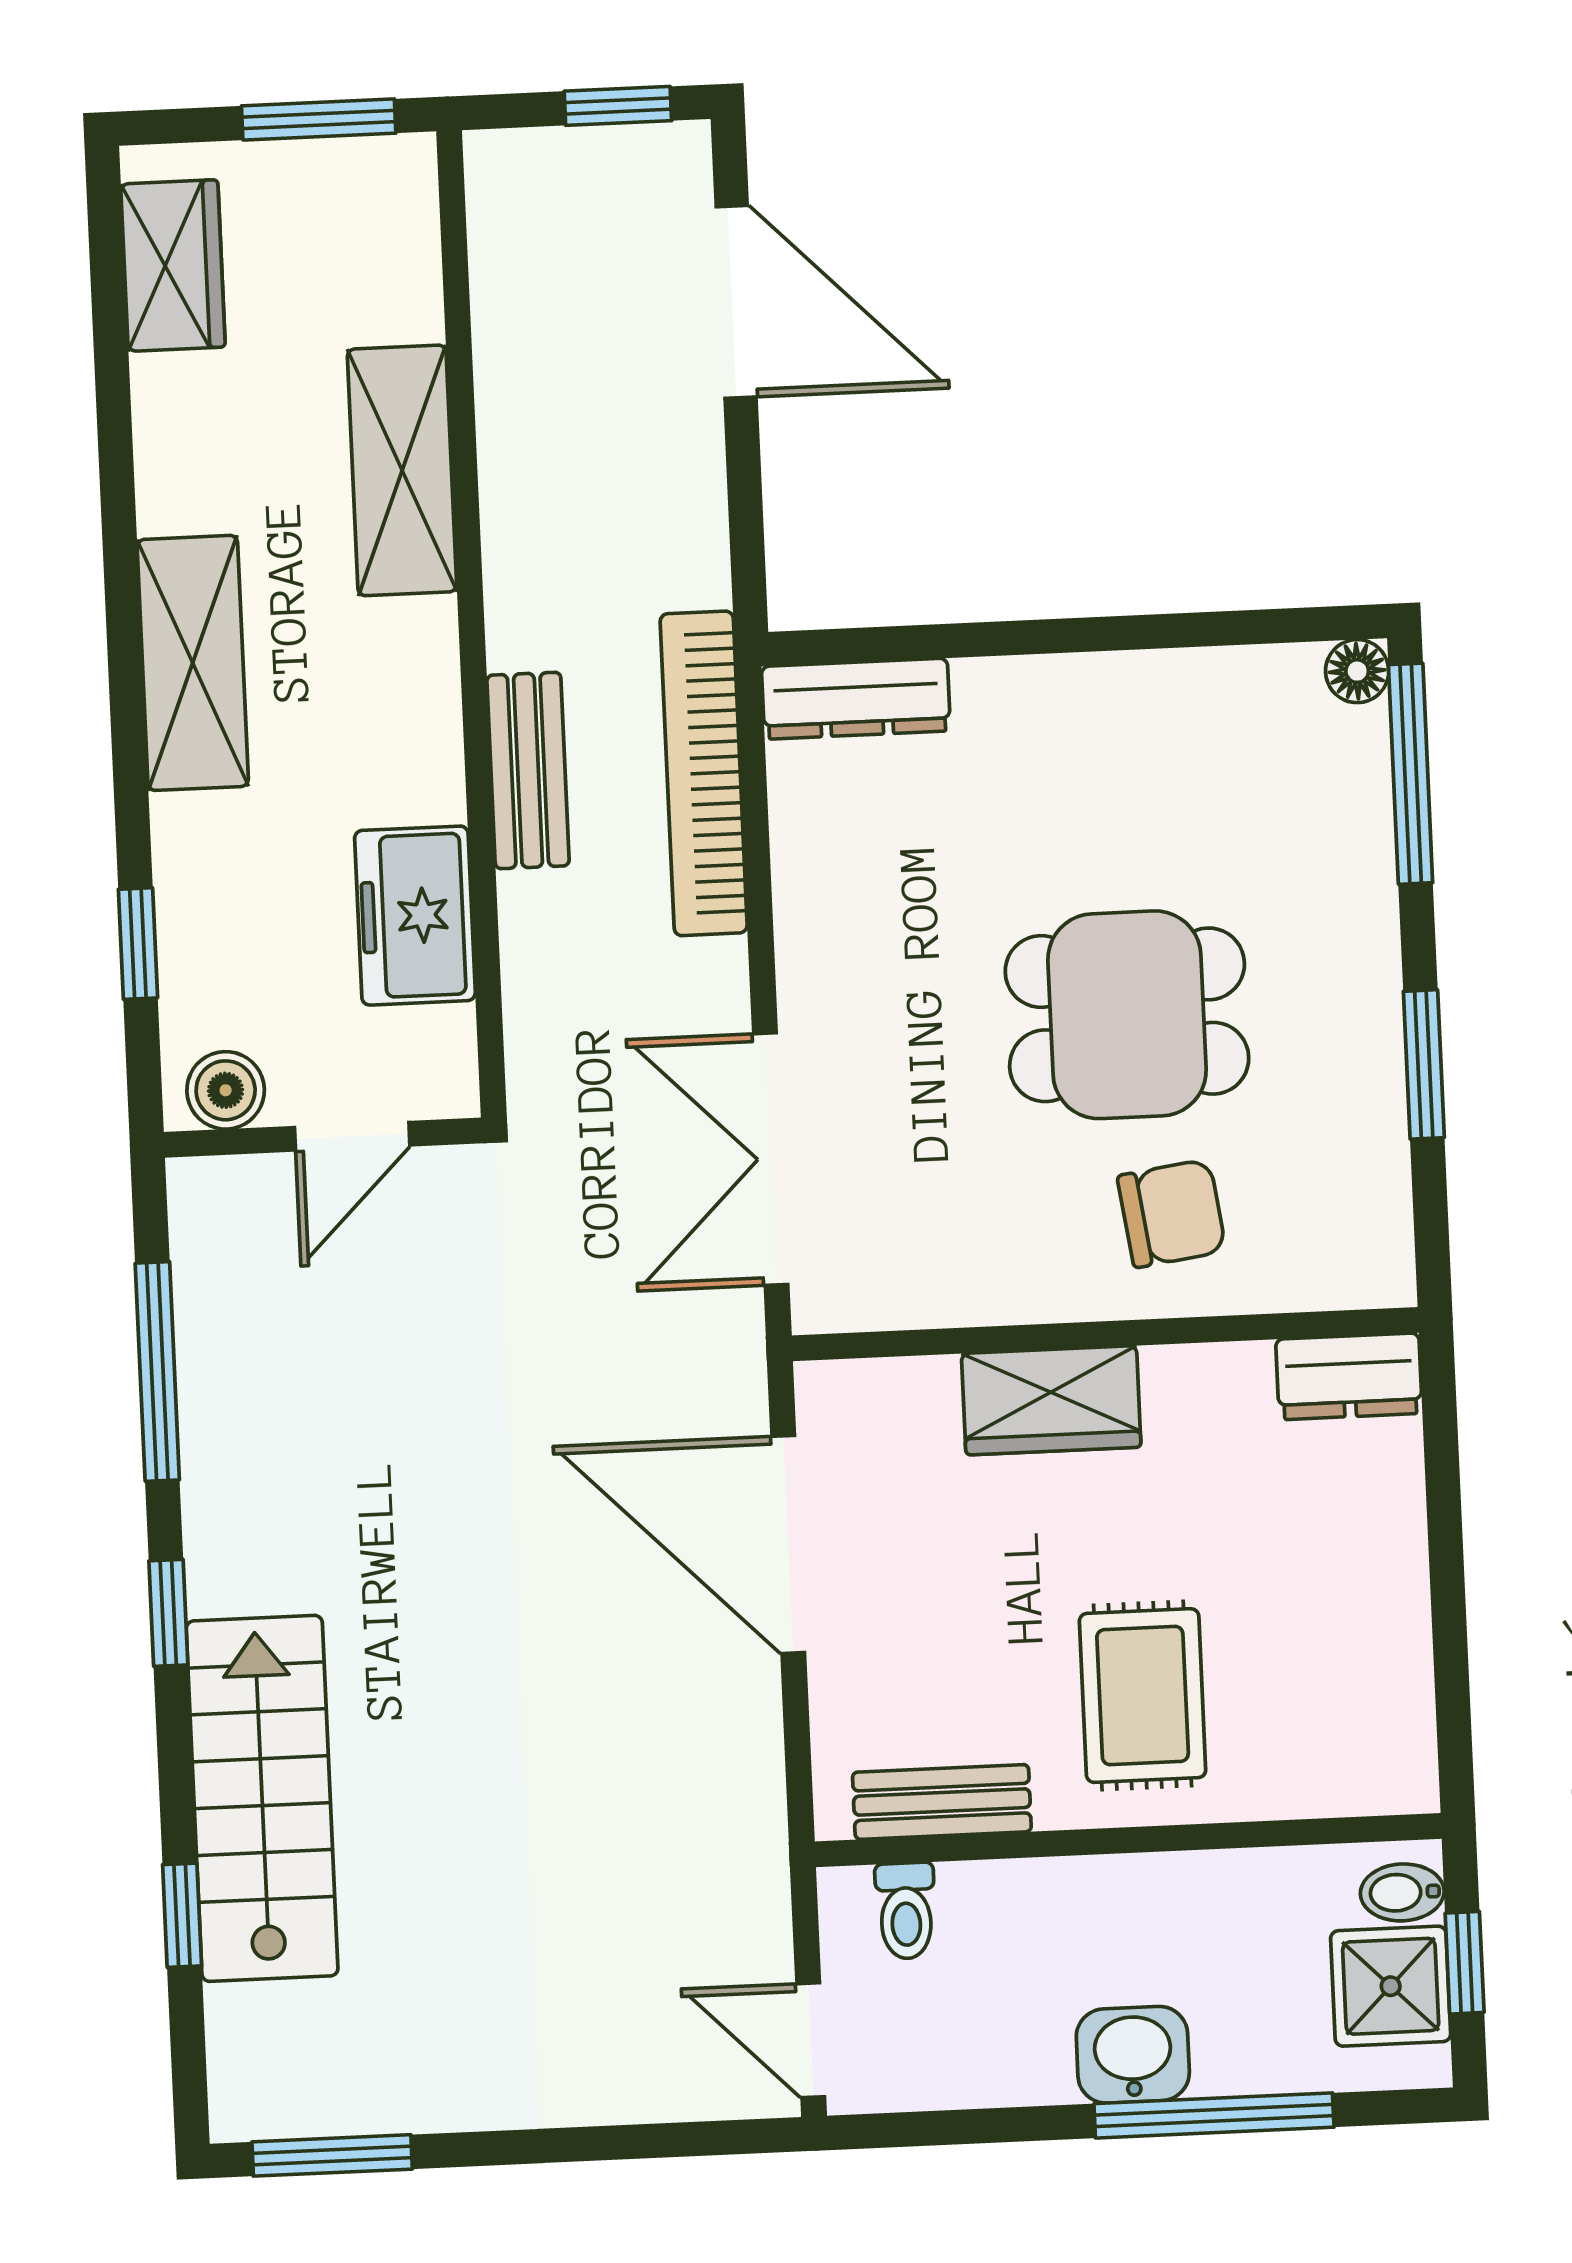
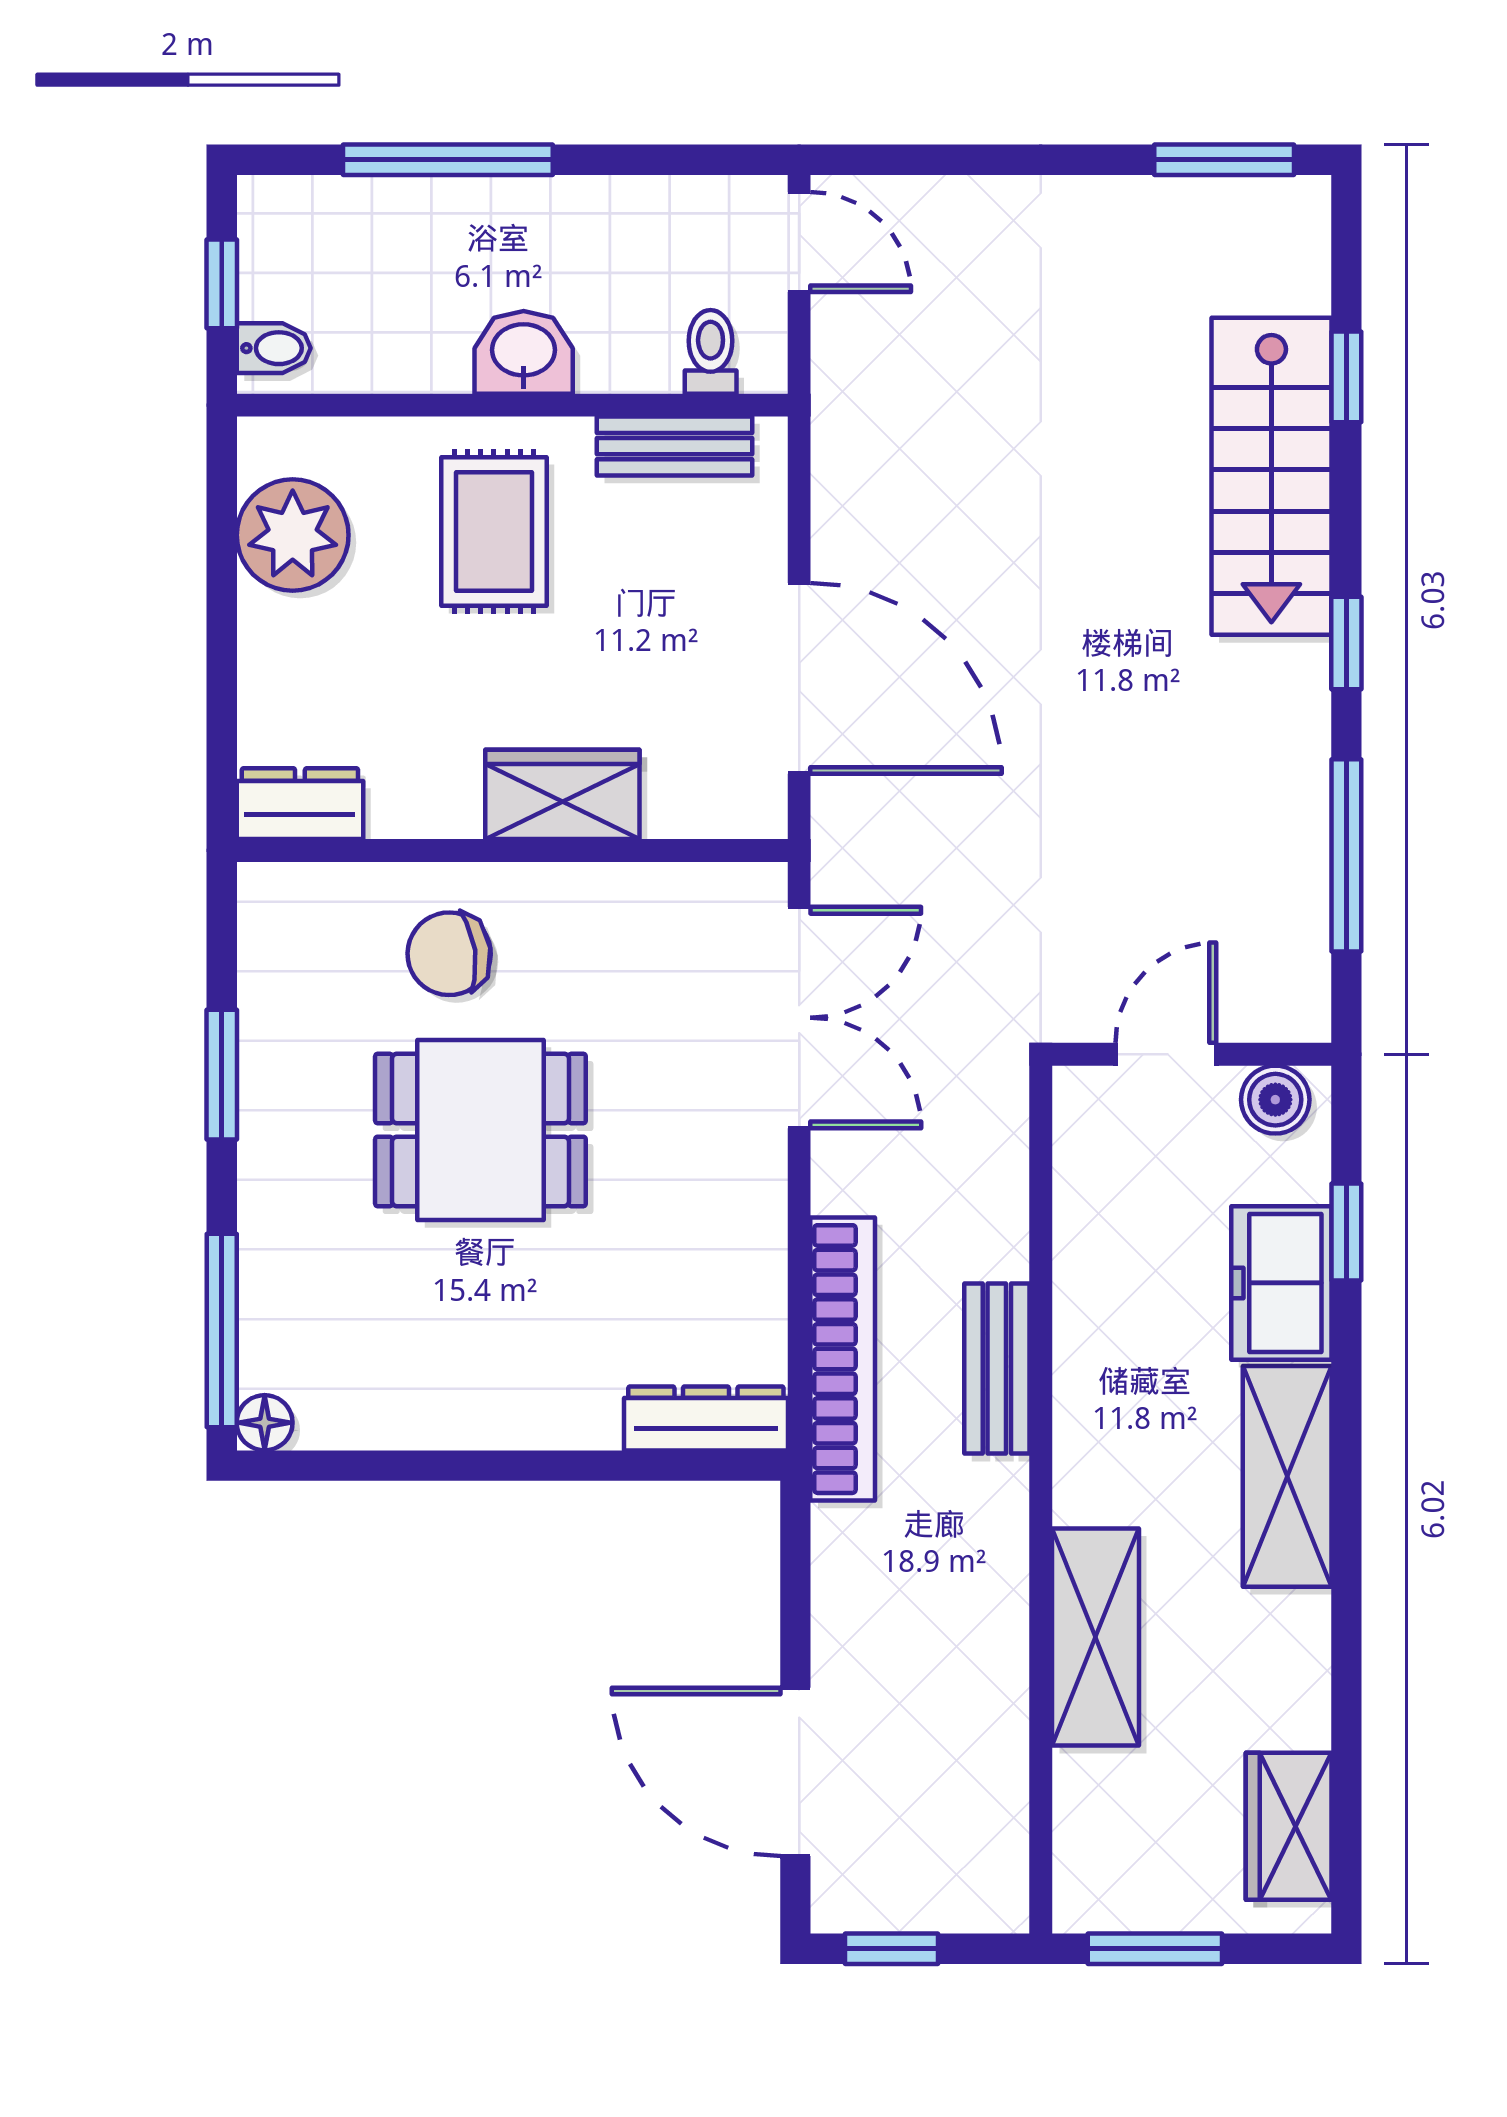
freezer: (415, 916) -> (1281, 1283), moved, turned 180
plant: (1371, 1681) -> (293, 535), added
shower: (1391, 1986) -> (288, 266), removed
washbasin: (1133, 2055) -> (524, 352), moved, turned 180

